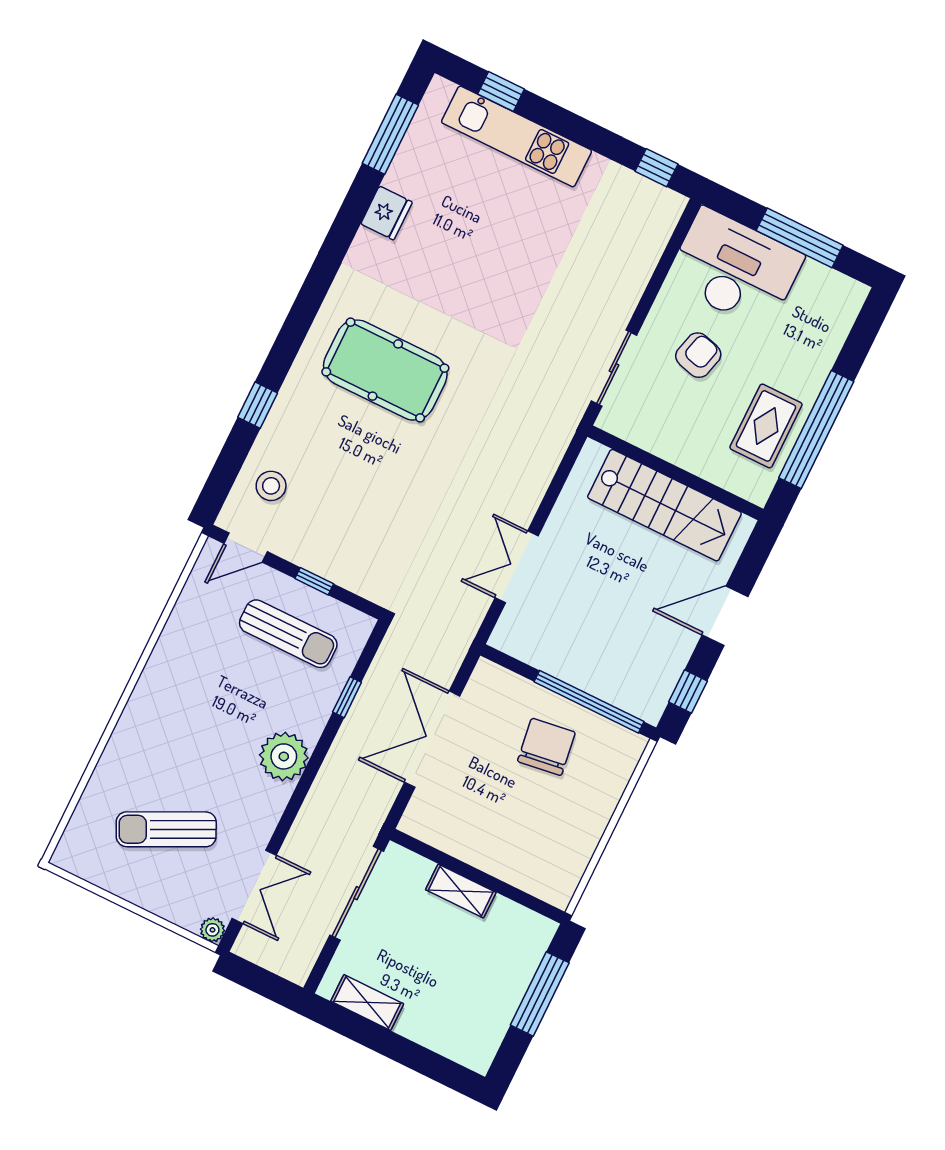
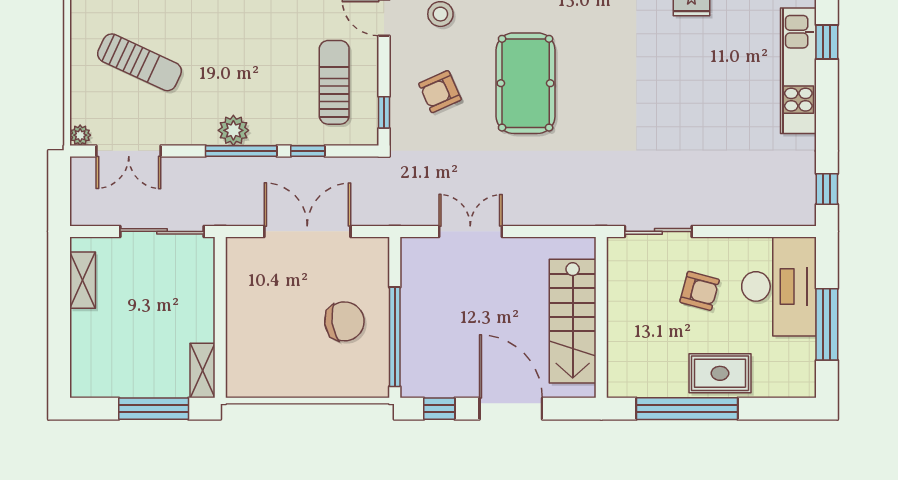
pool table: (385, 370) -> (526, 83), moved
rug: (766, 426) -> (720, 373), moved
armchair: (353, 527) -> (440, 92), added
window: (314, 581) -> (384, 112), moved
door: (725, 616) -> (511, 409), width x1.36
sun lounger: (288, 634) -> (334, 82), turned 180
plant: (284, 756) -> (233, 130), width x0.73, depth x0.73
window: (313, 768) -> (241, 151), added
sun lounger: (166, 829) -> (140, 62), turned 141
shelving: (461, 891) -> (202, 371), moved

